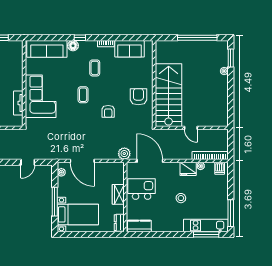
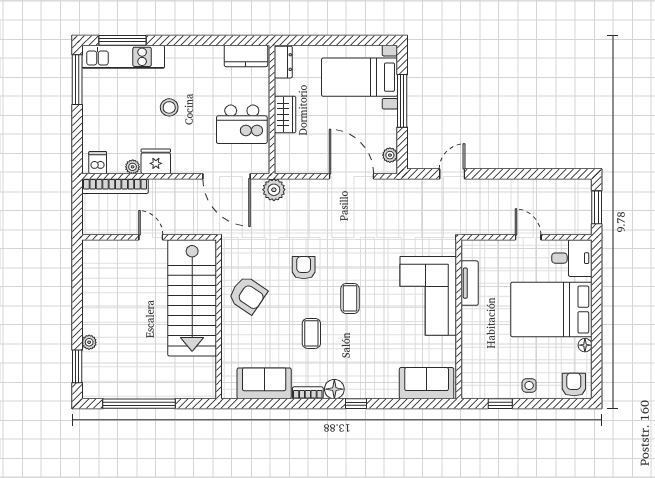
floor lamp: (73, 46) -> (334, 389), moved
sofa: (47, 49) -> (427, 383), width x0.73
coffee table: (95, 68) -> (311, 333), moved
armchair: (138, 97) -> (248, 295), turned -56

